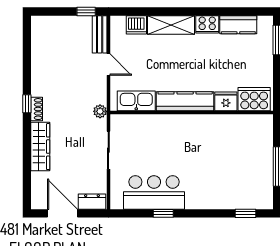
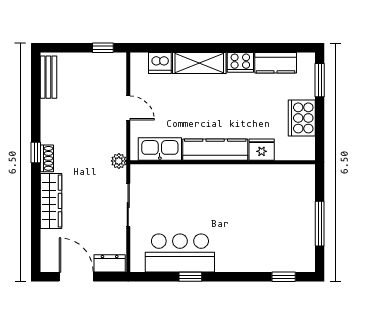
bench: (100, 34) -> (48, 77), moved
cooker: (254, 99) -> (302, 118), moved, turned -90

